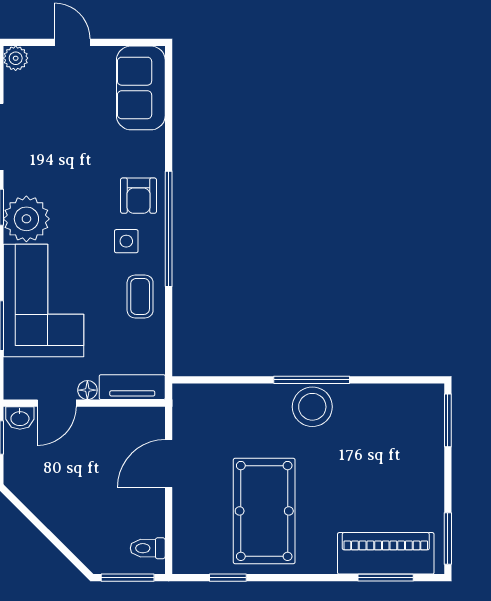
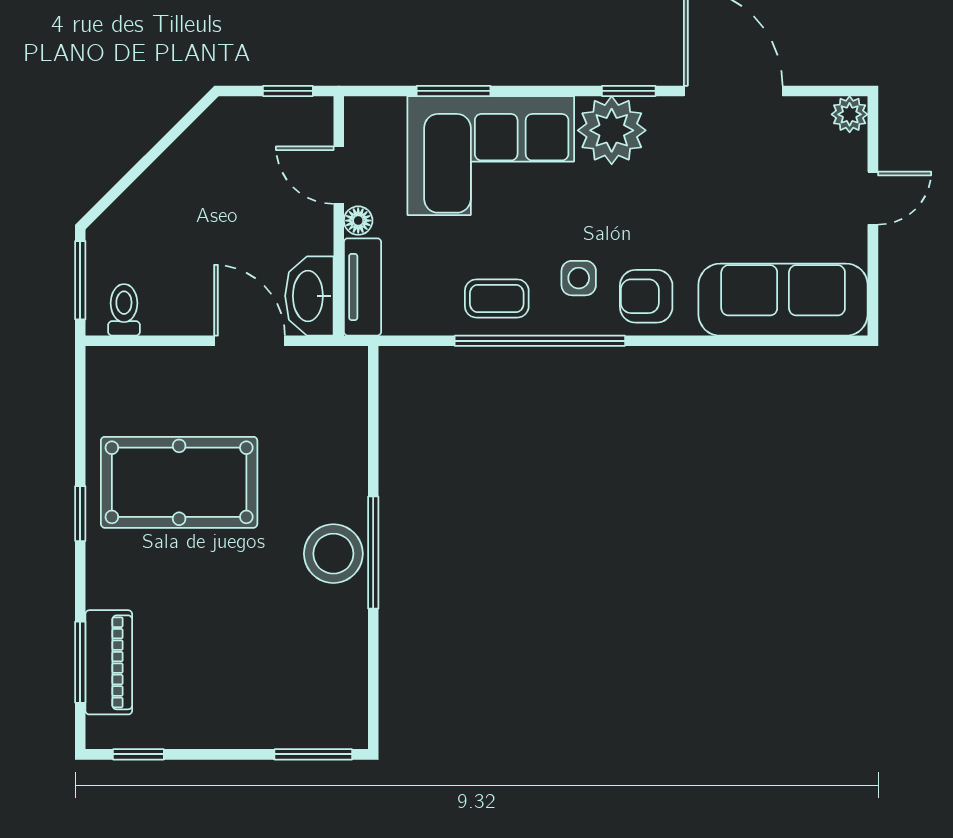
sofa: (141, 88) -> (783, 300), width x1.36
window: (169, 229) -> (540, 341), moved
washbasin: (20, 418) -> (309, 296), moved, width x1.91, depth x1.45
window: (448, 538) -> (138, 754), width x0.67
piano: (386, 553) -> (109, 662), width x0.73, depth x0.75
window: (228, 578) -> (80, 514), moved

